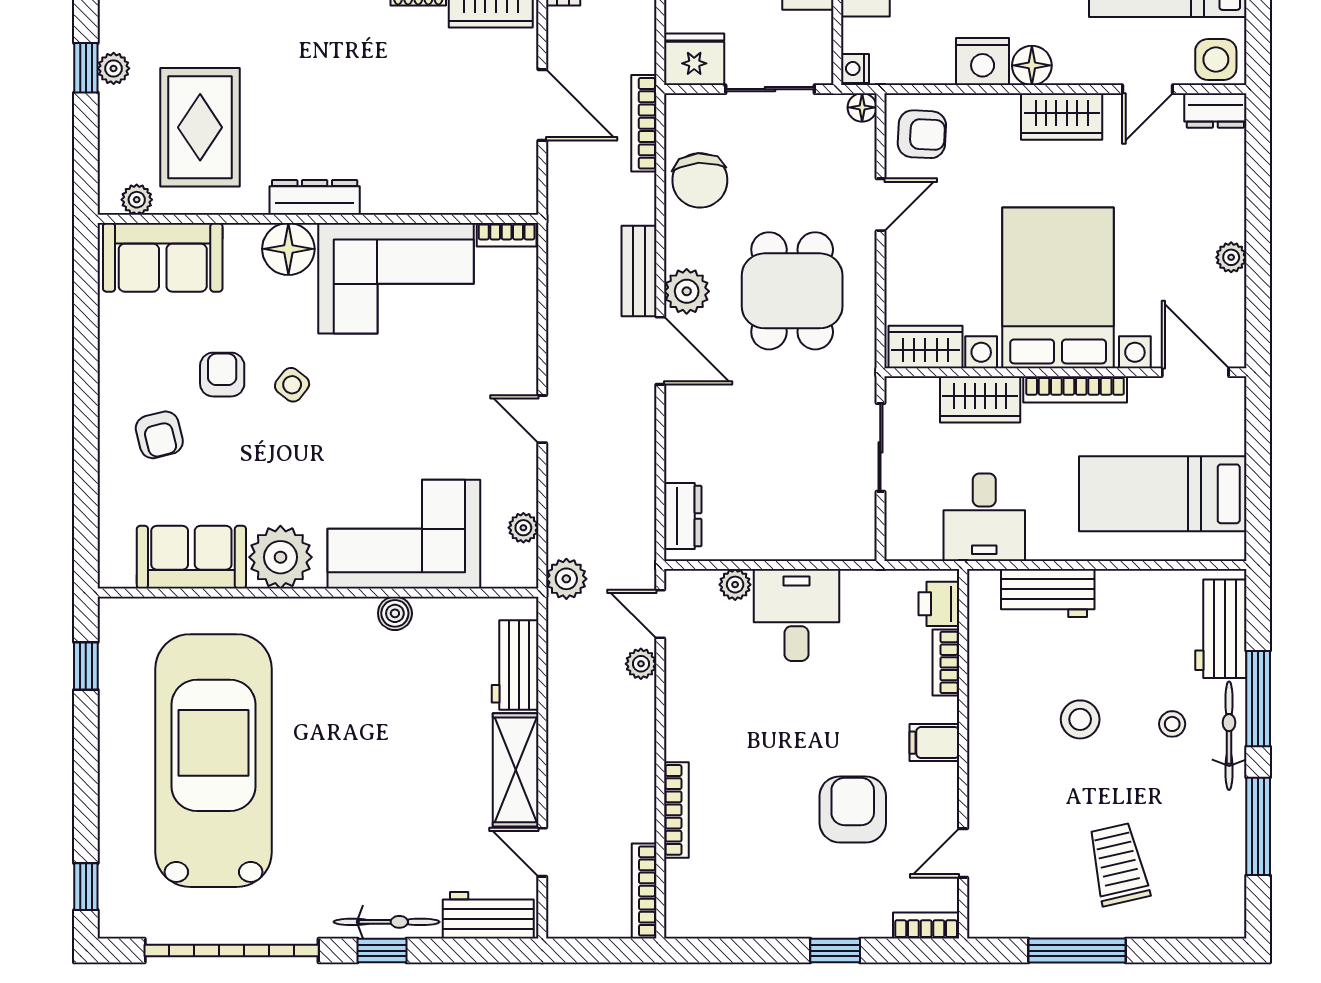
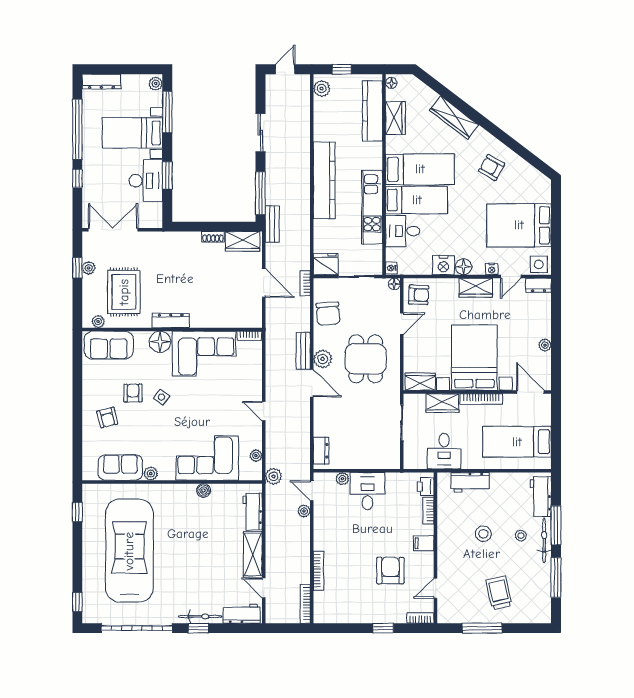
nightstand: (1101, 71) -> (492, 269), added
bookcase: (644, 123) -> (305, 283), width x0.64
plant: (280, 557) -> (151, 474), width x0.53, depth x0.53

